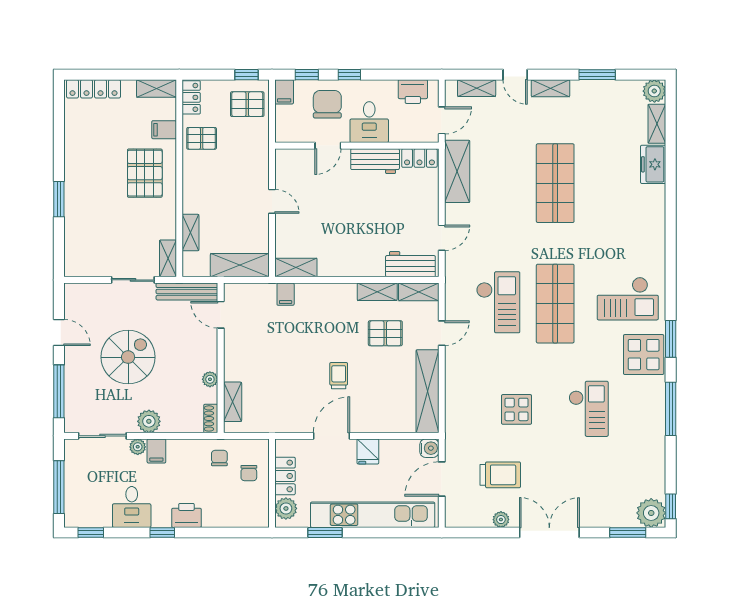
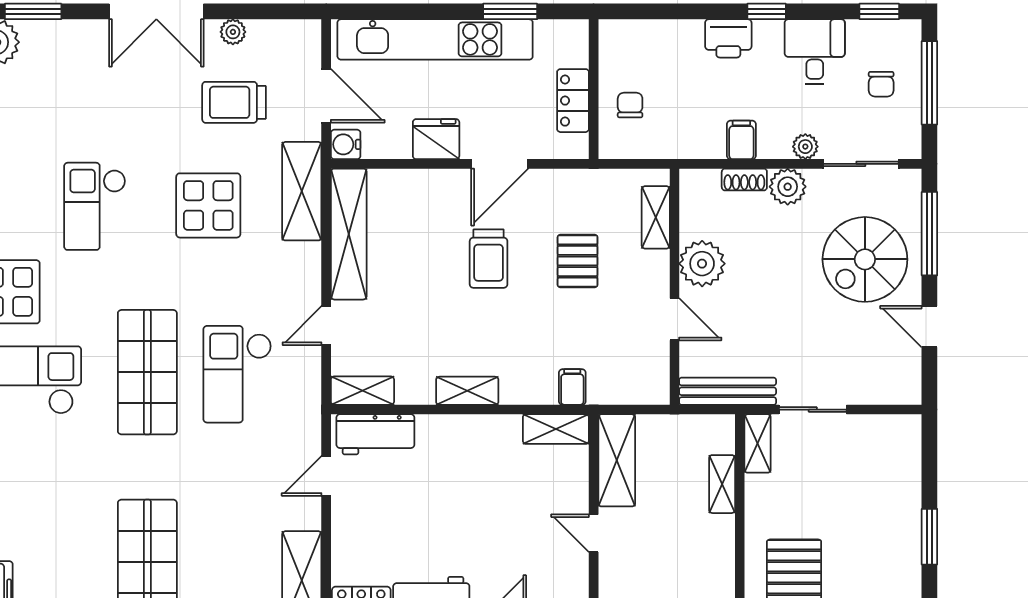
shelving: (240, 265) -> (617, 460), moved, turned 90
shelving: (377, 292) -> (467, 391), moved
door: (221, 315) -> (674, 319), moved
pallet: (385, 333) -> (578, 261), moved, turned 90
spiral stairs: (128, 357) -> (865, 259), moved
trolley: (339, 376) -> (489, 259), width x1.36, depth x1.39
plant: (210, 379) -> (702, 264), width x1.88, depth x1.88
display table: (517, 409) -> (208, 205), width x1.36, depth x1.36
shoe rack: (211, 418) -> (744, 179), moved, turned 90
shelving: (457, 418) -> (302, 191), added
filing cabinet: (156, 451) -> (741, 140), moved
fridge: (368, 451) -> (436, 139), width x1.38
chair: (219, 458) -> (881, 84), moved
door: (442, 479) -> (326, 96), hinge flipped
plant: (286, 508) -> (572, 49), removed

